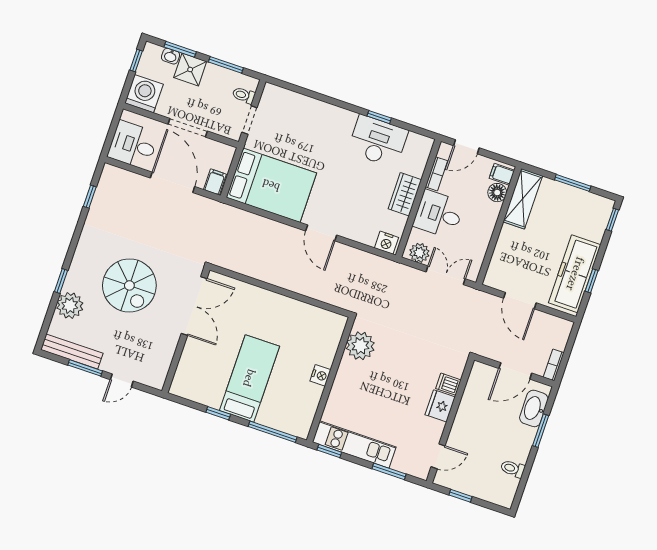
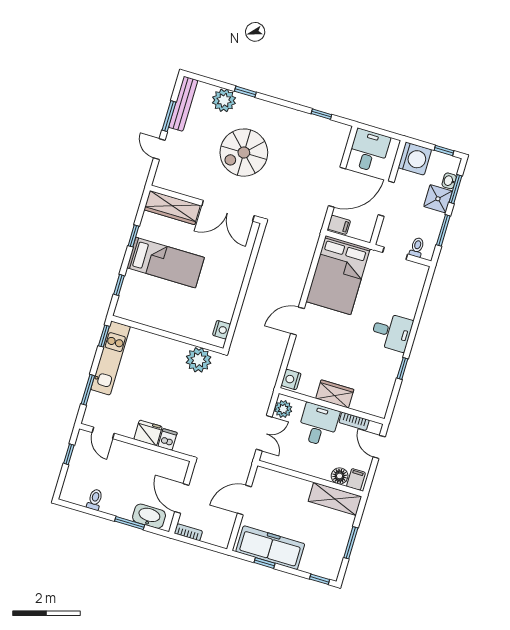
desk: (378, 141) -> (392, 332), moved, width x0.73
wardrobe: (188, 369) -> (172, 208), added
nightstand: (320, 375) -> (222, 330), moved, turned -90
window: (273, 432) -> (119, 285), width x0.46

